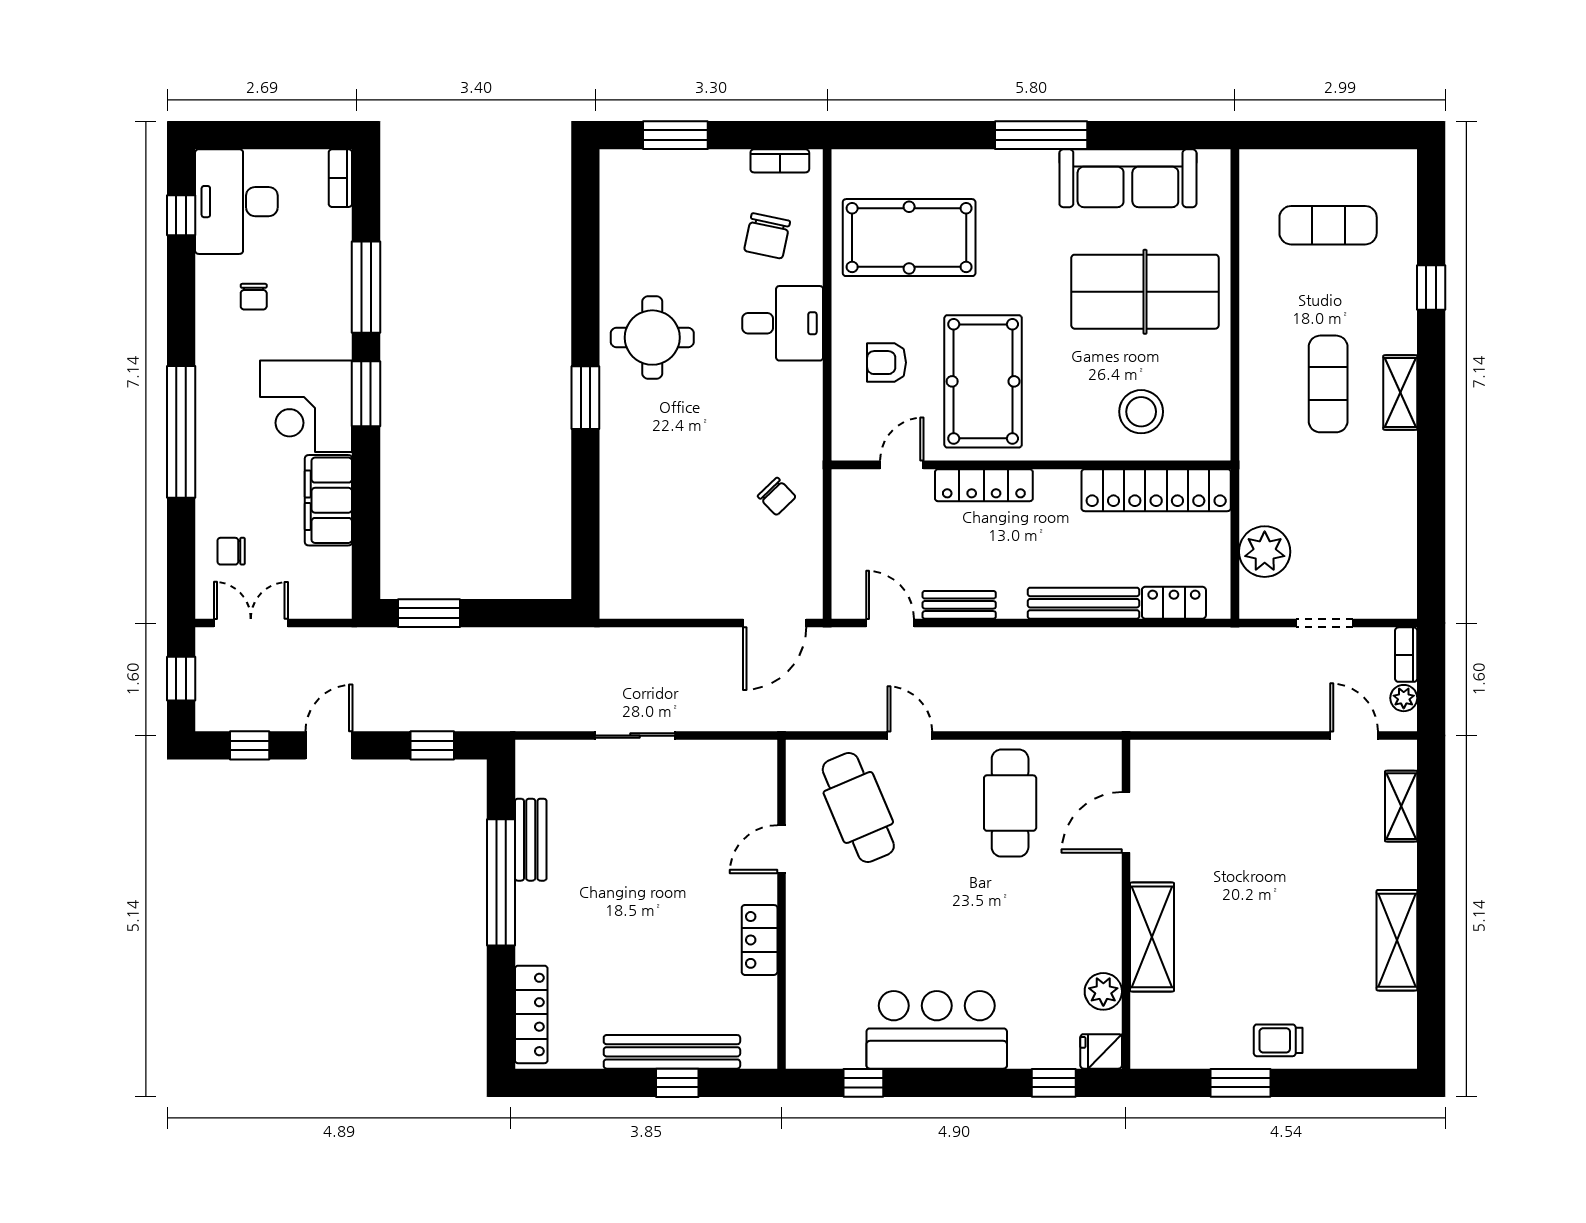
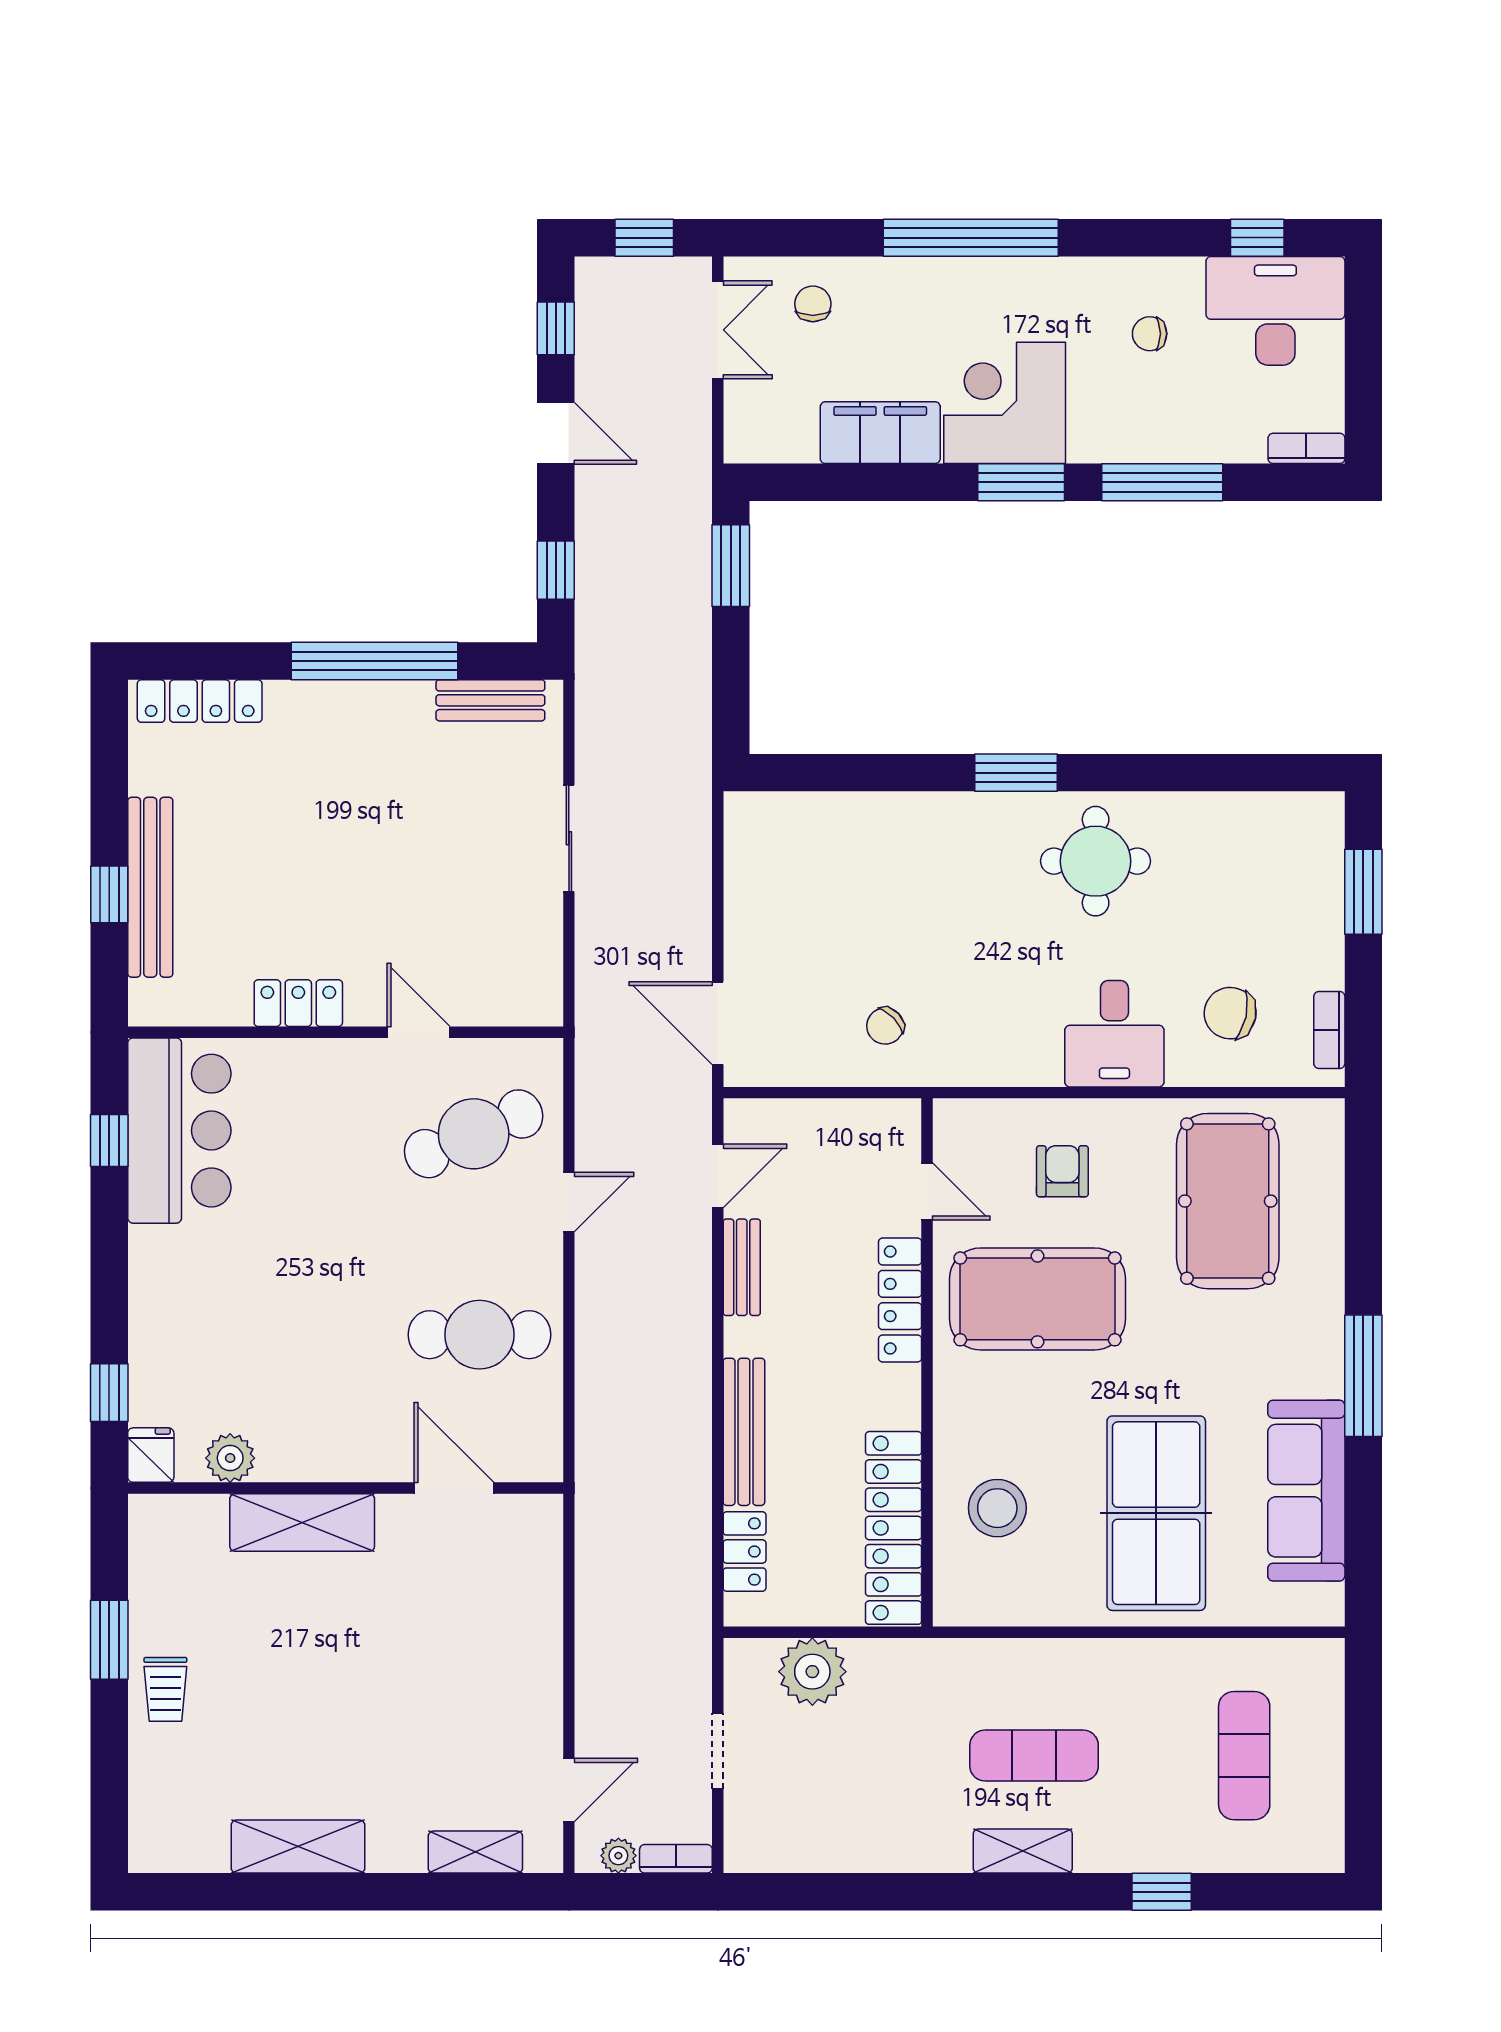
bench: (531, 840) -> (490, 700), moved
bar counter: (937, 1030) -> (179, 1131), moved
trolley: (1278, 1040) -> (165, 1689), turned 180

